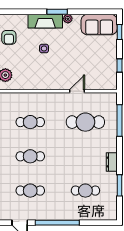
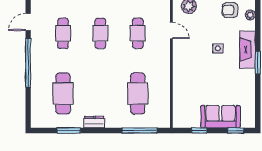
plant: (68, 19) -> (250, 15), moved
sofa: (99, 25) -> (220, 117), moved, turned 90
door: (77, 91) -> (171, 30), moved
cafe table: (85, 191) -> (63, 93), width x1.37, depth x1.35

